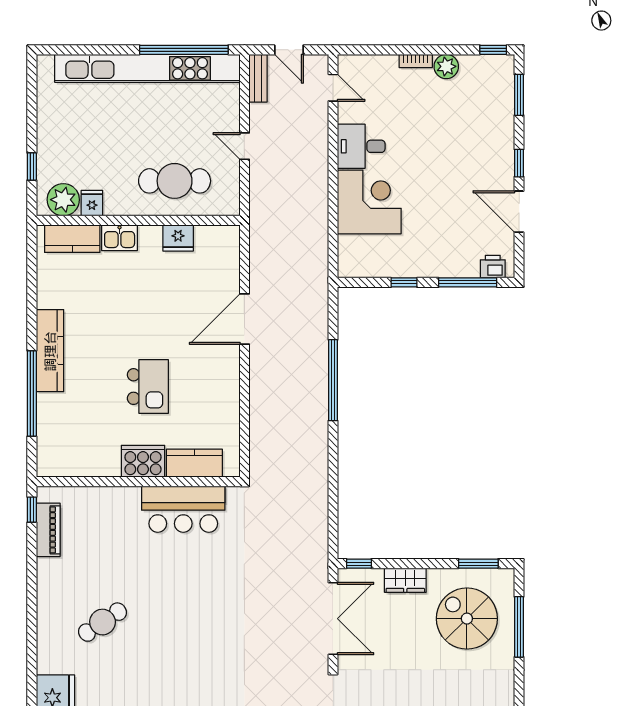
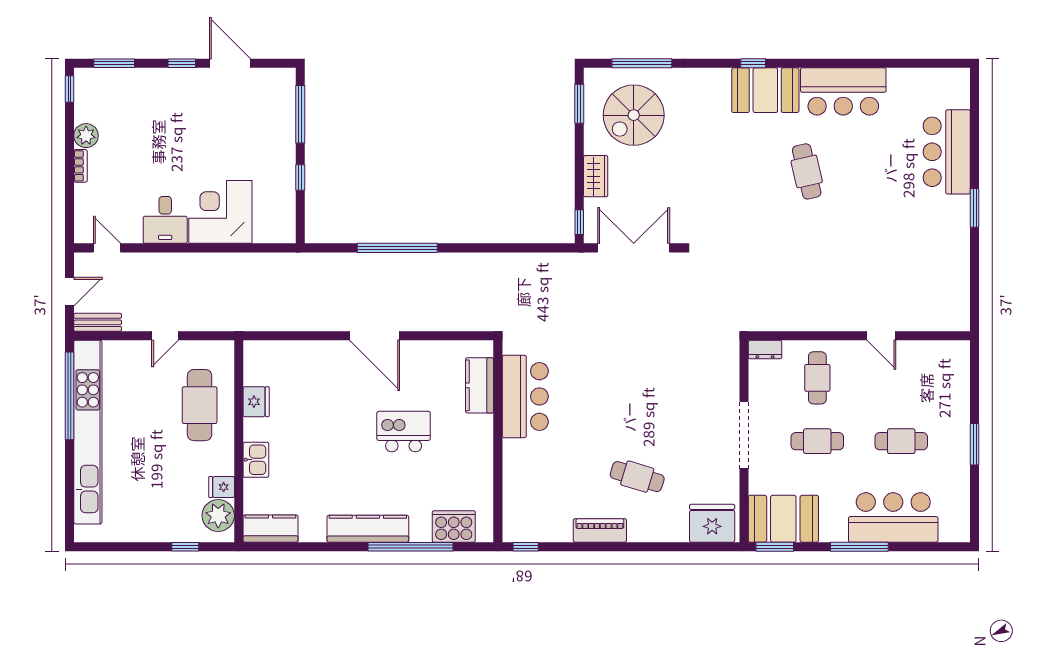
door: (333, 88) -> (107, 248), hinge flipped
door: (519, 212) -> (230, 63), swing flipped
kitchen counter: (72, 239) -> (270, 529), moved, turned -90
printer: (493, 267) -> (285, 89), removed
door: (244, 319) -> (375, 336), moved
cooker: (143, 461) -> (454, 526), moved, turned 90
piano: (48, 530) -> (600, 530), moved
cafe table: (103, 622) -> (637, 477), turned -39

